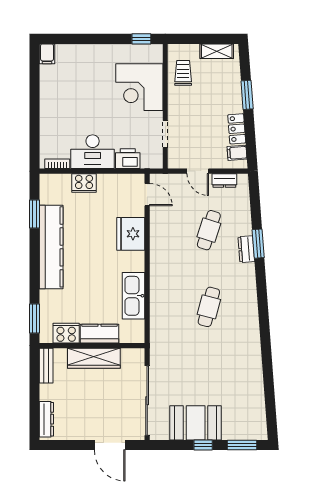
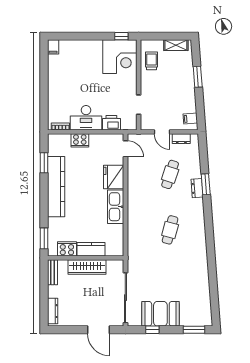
corner desk: (139, 87) -> (120, 57), moved, turned -90
locker: (237, 129) -> (190, 101), removed
kitchen sink: (134, 296) -> (116, 207), moved
window: (203, 445) -> (152, 330), moved

